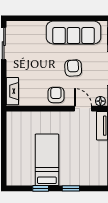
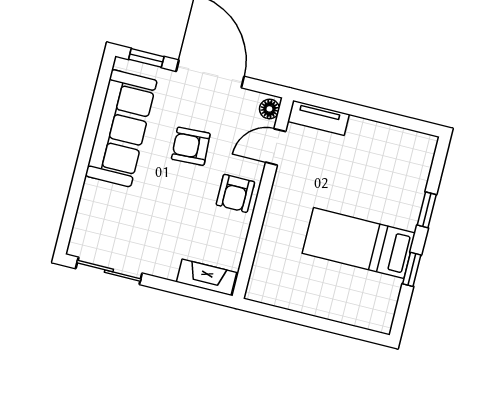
armchair: (56, 95) -> (235, 193), turned -90

